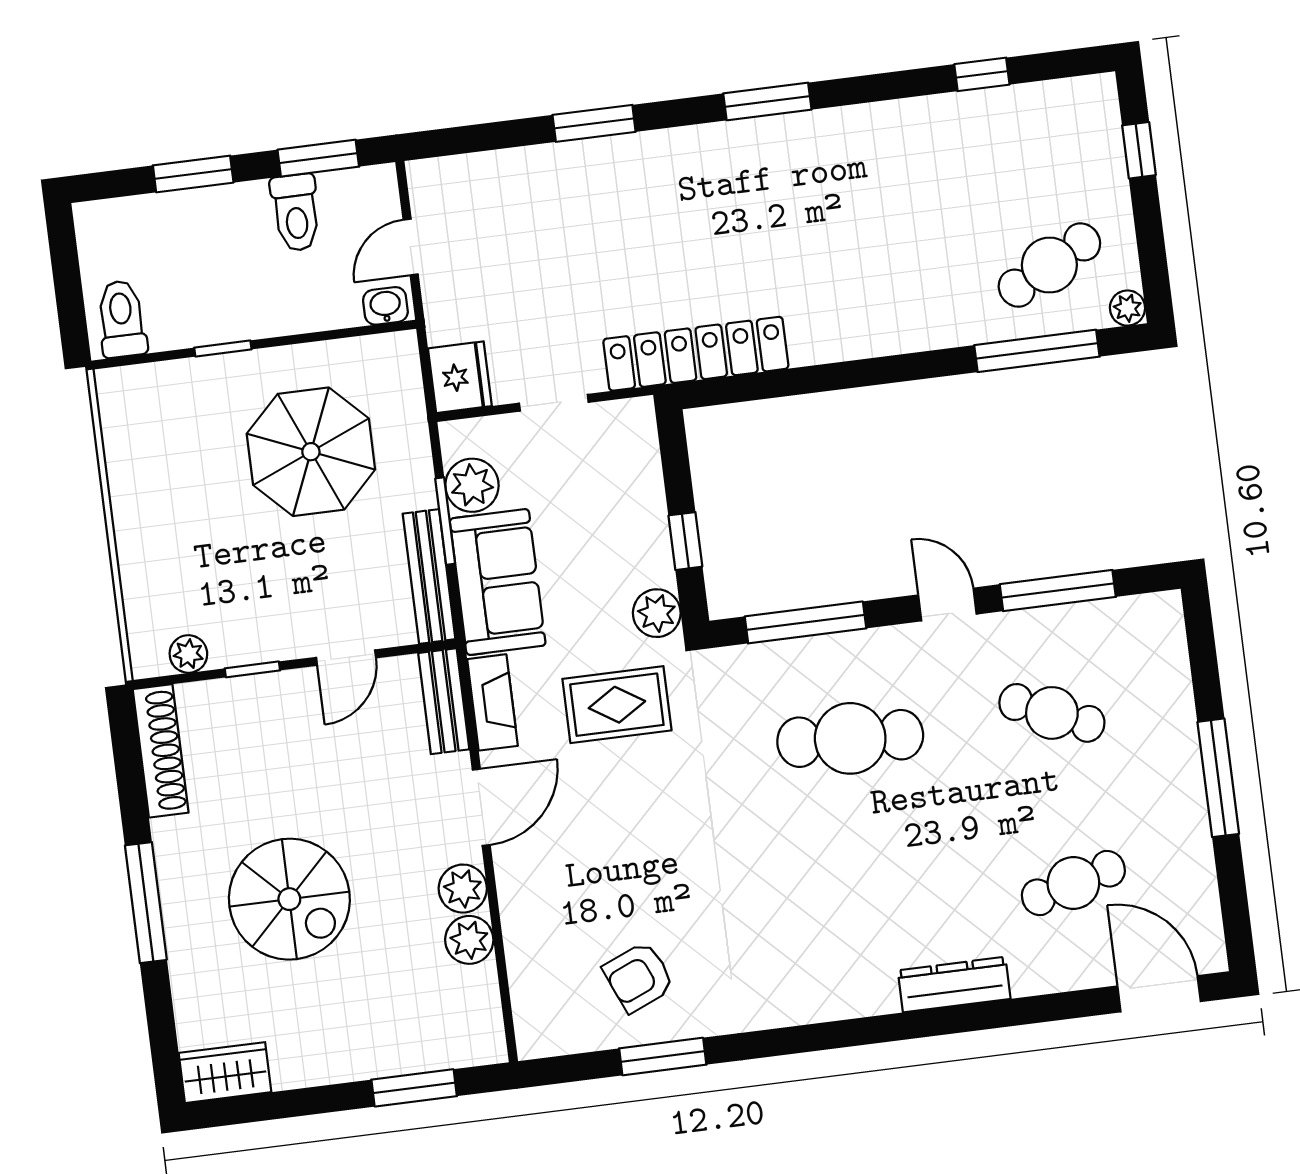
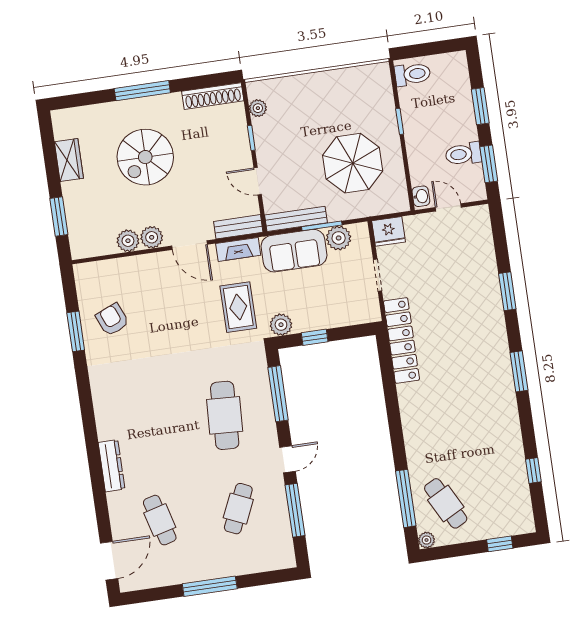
wardrobe: (225, 1073) -> (69, 160), moved

